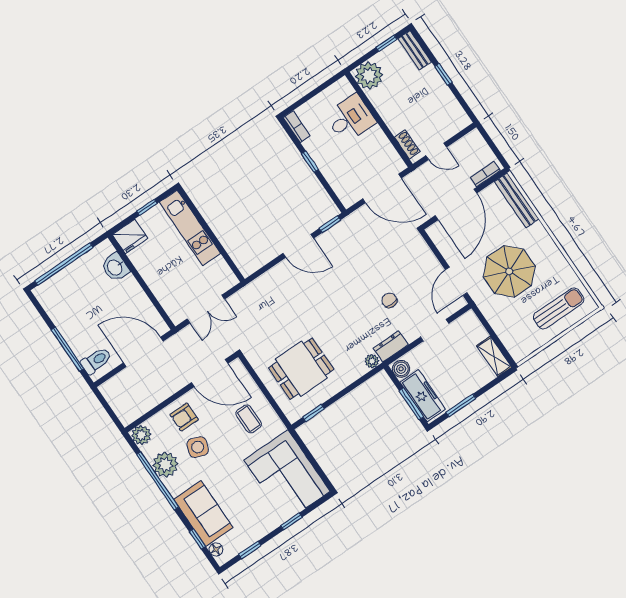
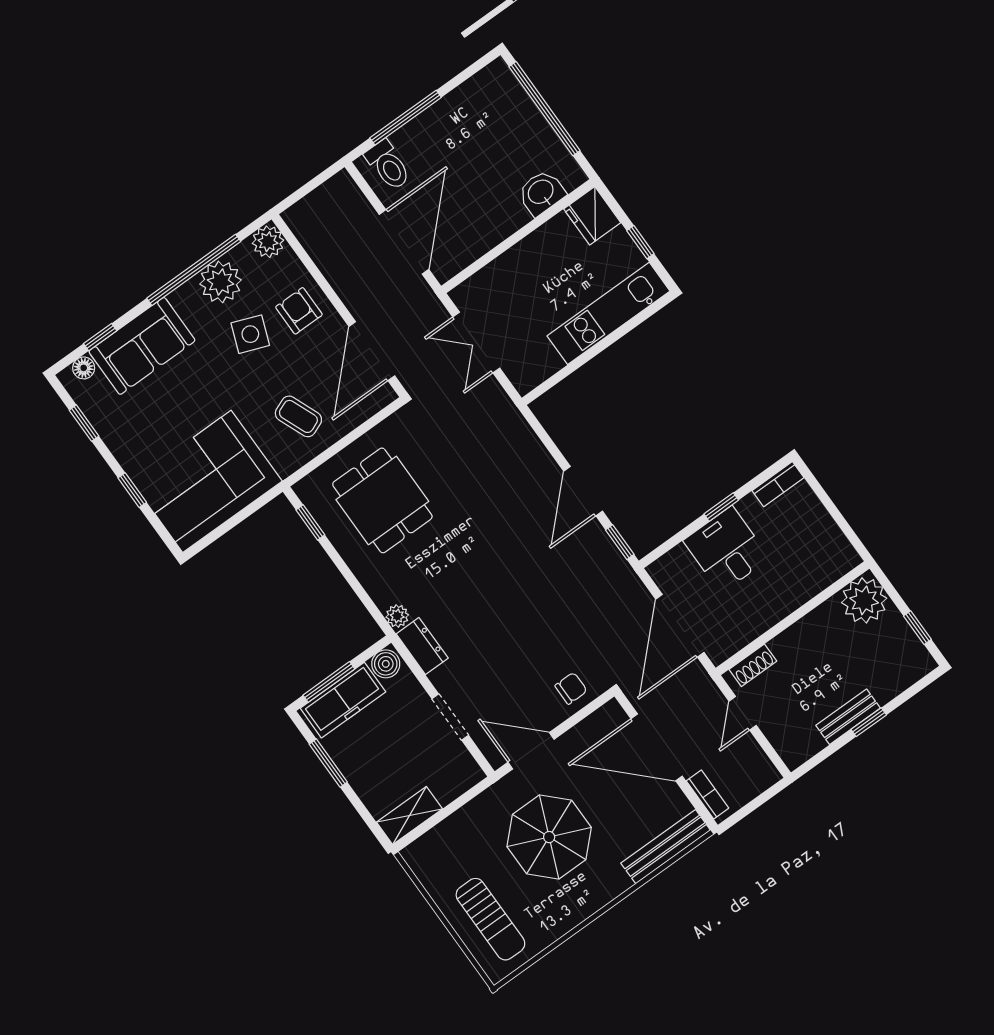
bench: (415, 50) -> (848, 717), moved
desk: (350, 119) -> (726, 549), moved, turned 180
chair: (389, 300) -> (571, 688), moved
coffee table: (249, 419) -> (298, 416), turned 68

